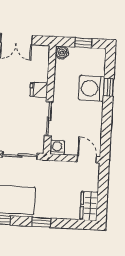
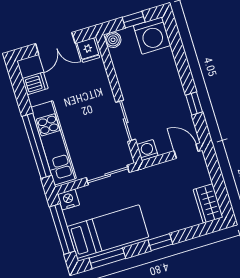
window: (109, 87) -> (194, 103), moved
washing machine: (92, 88) -> (152, 36), moved, turned -90
fridge: (39, 90) -> (88, 50), moved, turned -90

